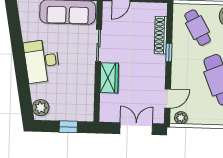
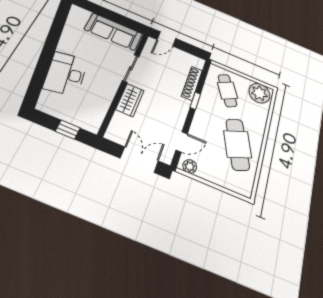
desk: (42, 61) -> (66, 74), moved
plant: (41, 108) -> (48, 100), removed

